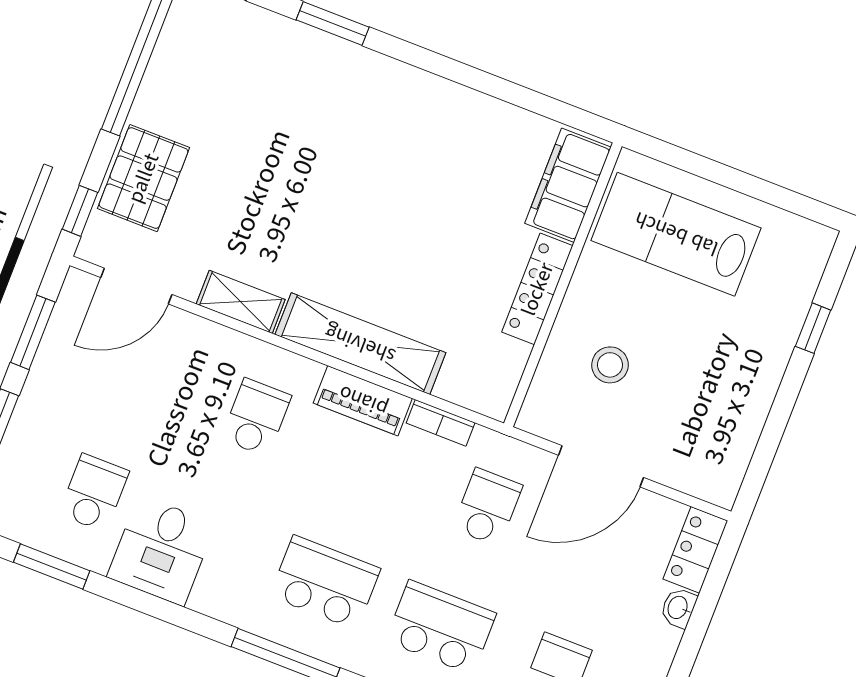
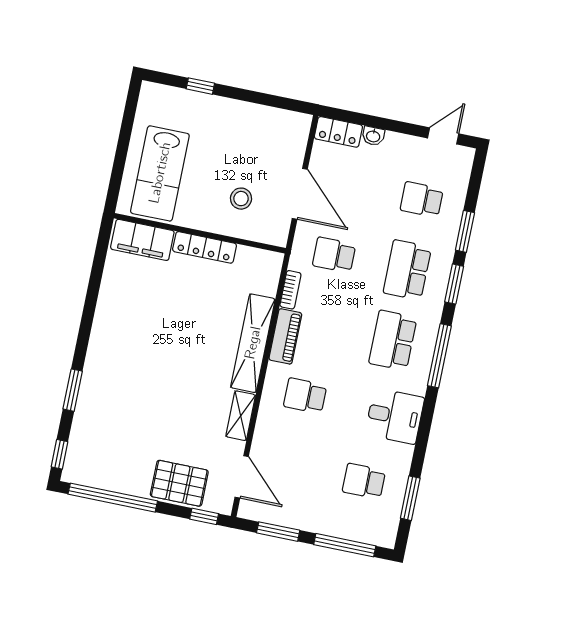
desk: (161, 550) -> (395, 416), moved

